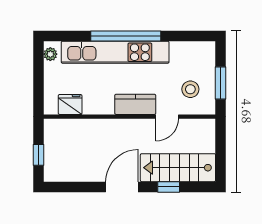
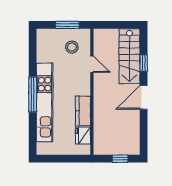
window: (126, 36) -> (33, 95), width x0.68
plant: (50, 54) -> (46, 150), removed
kitchen counter: (135, 104) -> (83, 111), moved
door: (122, 187) -> (144, 97), hinge flipped

